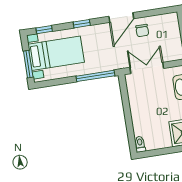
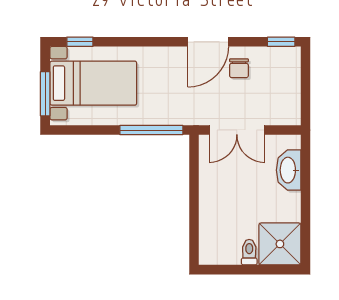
window: (82, 24) -> (281, 42), moved
double door: (147, 68) -> (237, 130), swing flipped
toilet: (140, 144) -> (249, 252), moved

